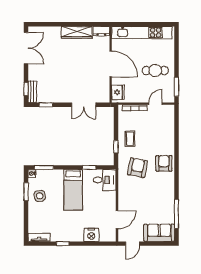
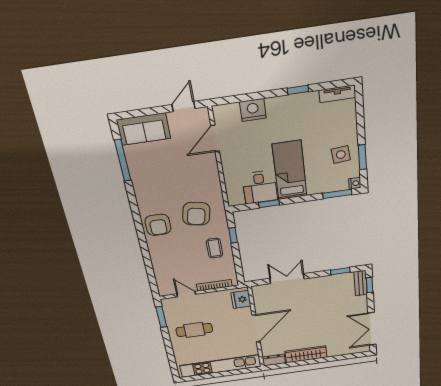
door: (111, 64) -> (256, 328), swing flipped
door: (155, 104) -> (186, 294), swing flipped
desk: (105, 180) -> (260, 187), moved, turned -90

